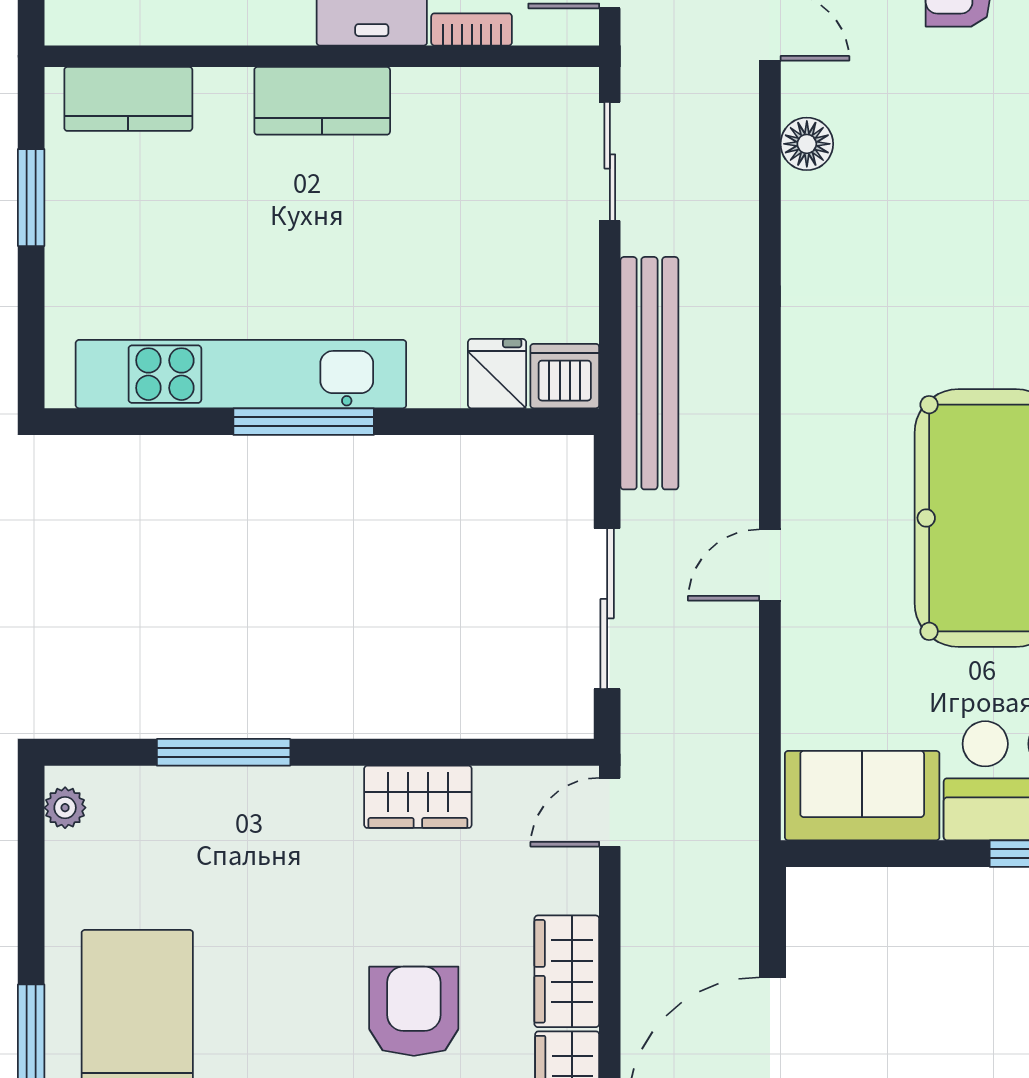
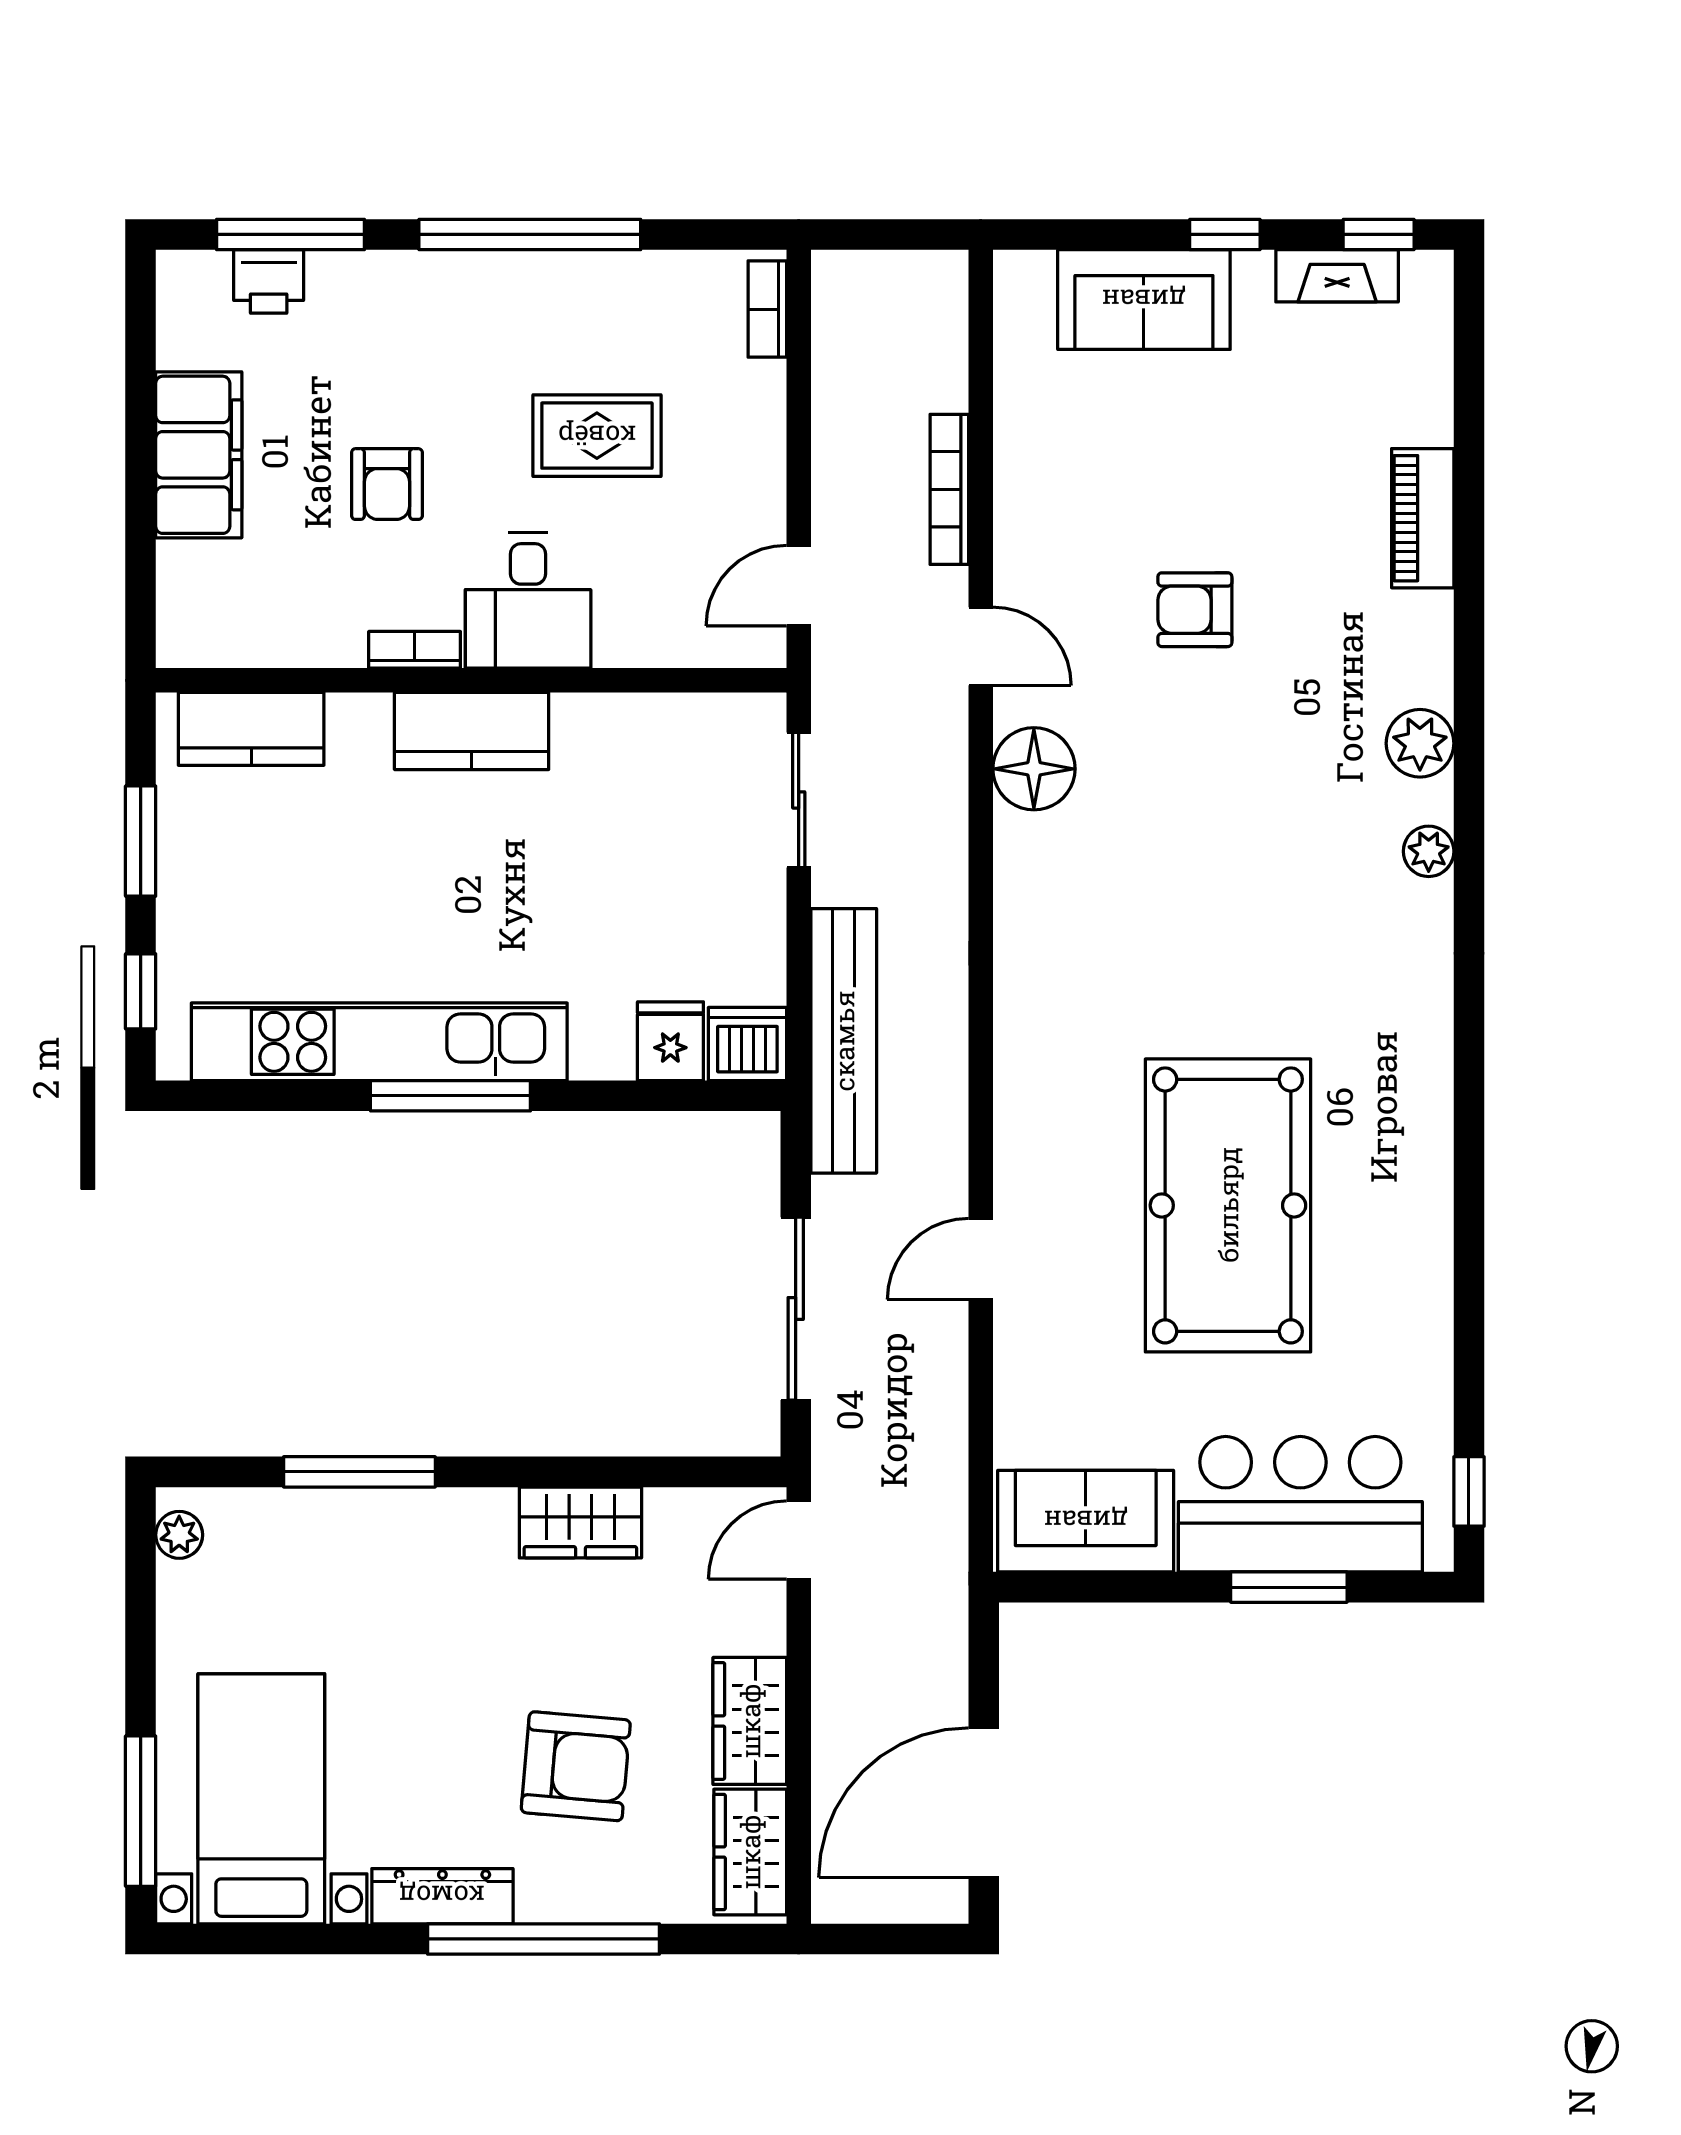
bookcase: (472, 29) -> (415, 650), moved
floor lamp: (807, 144) -> (1034, 769), width x1.38, depth x1.38
window: (31, 330) -> (141, 991), added
armchair: (414, 1011) -> (576, 1766), turned 95

